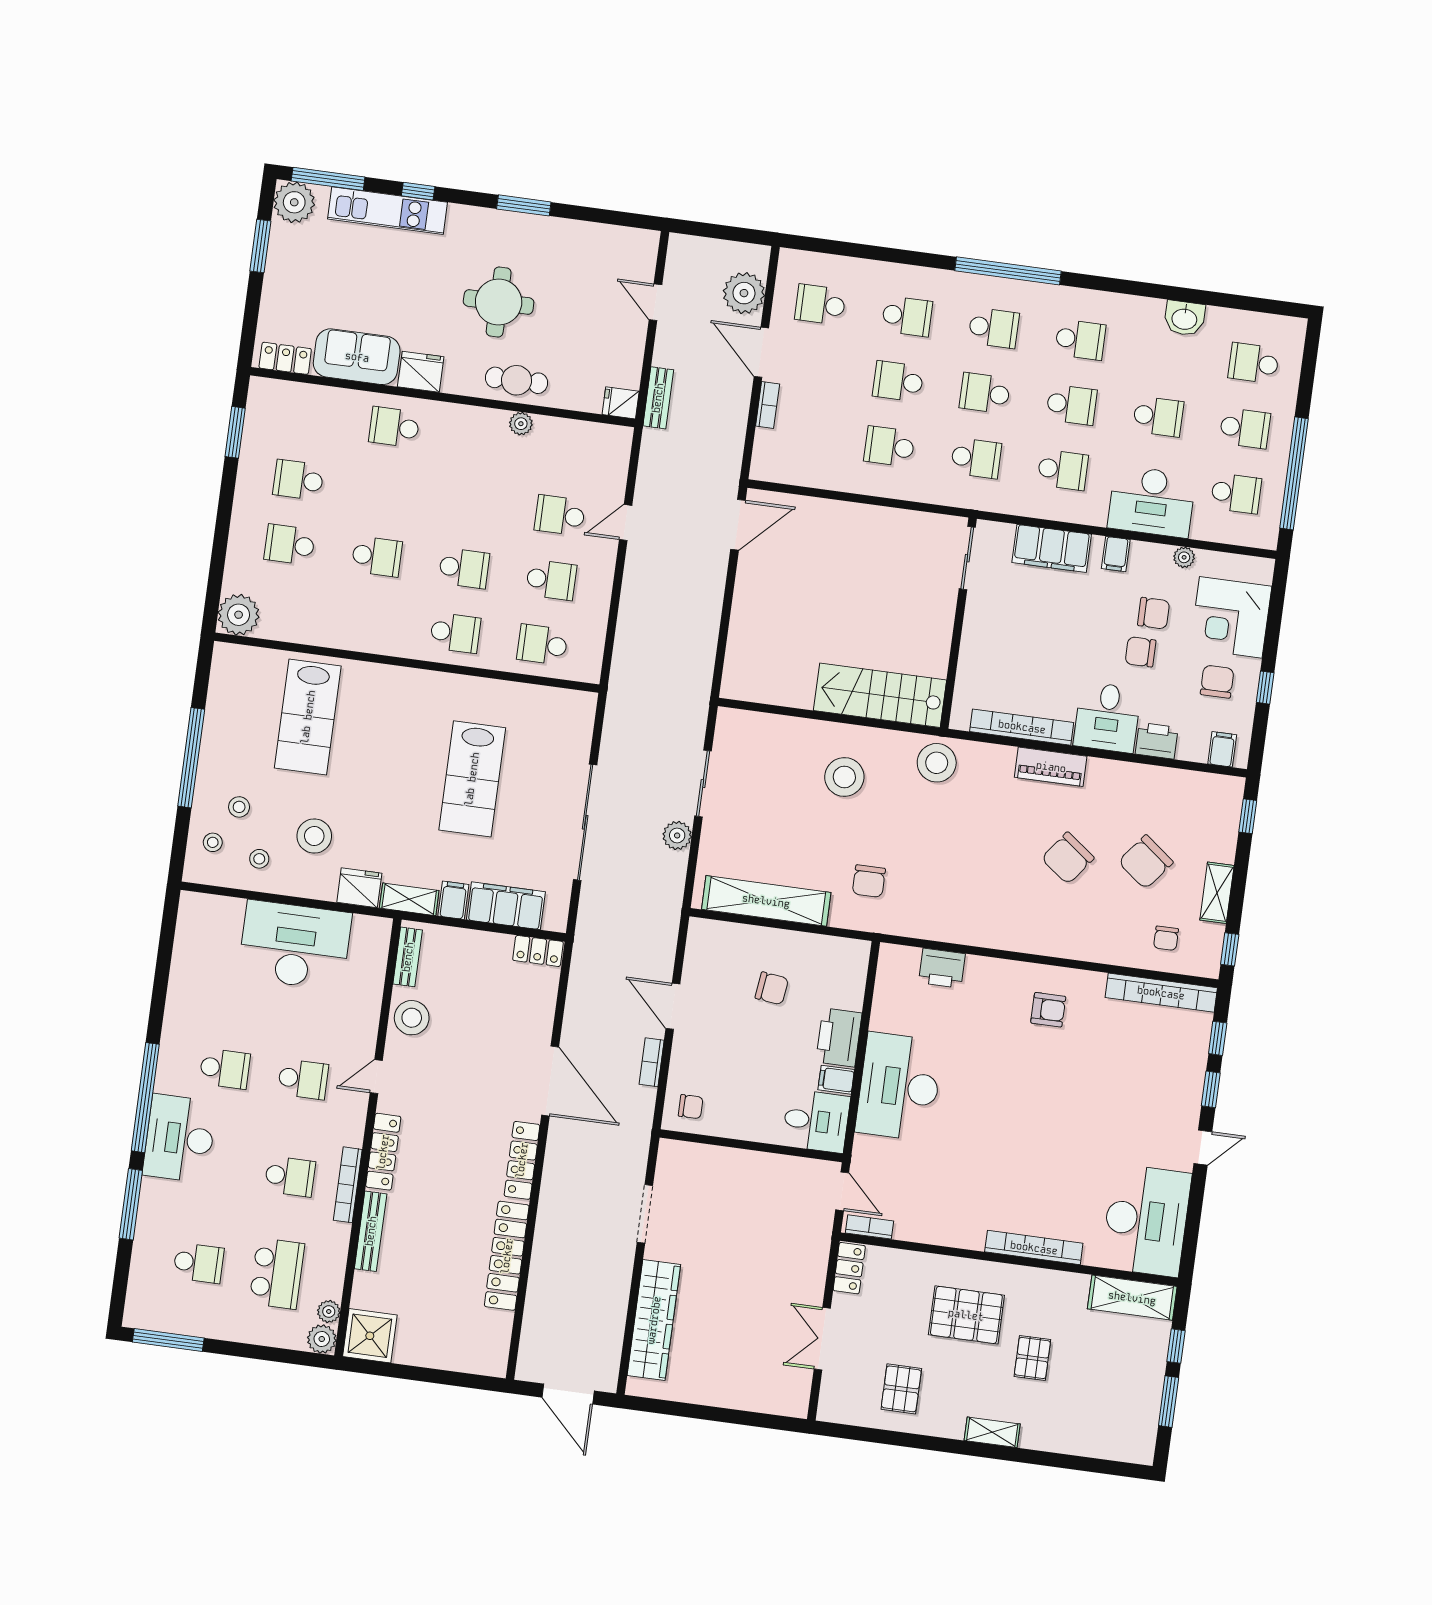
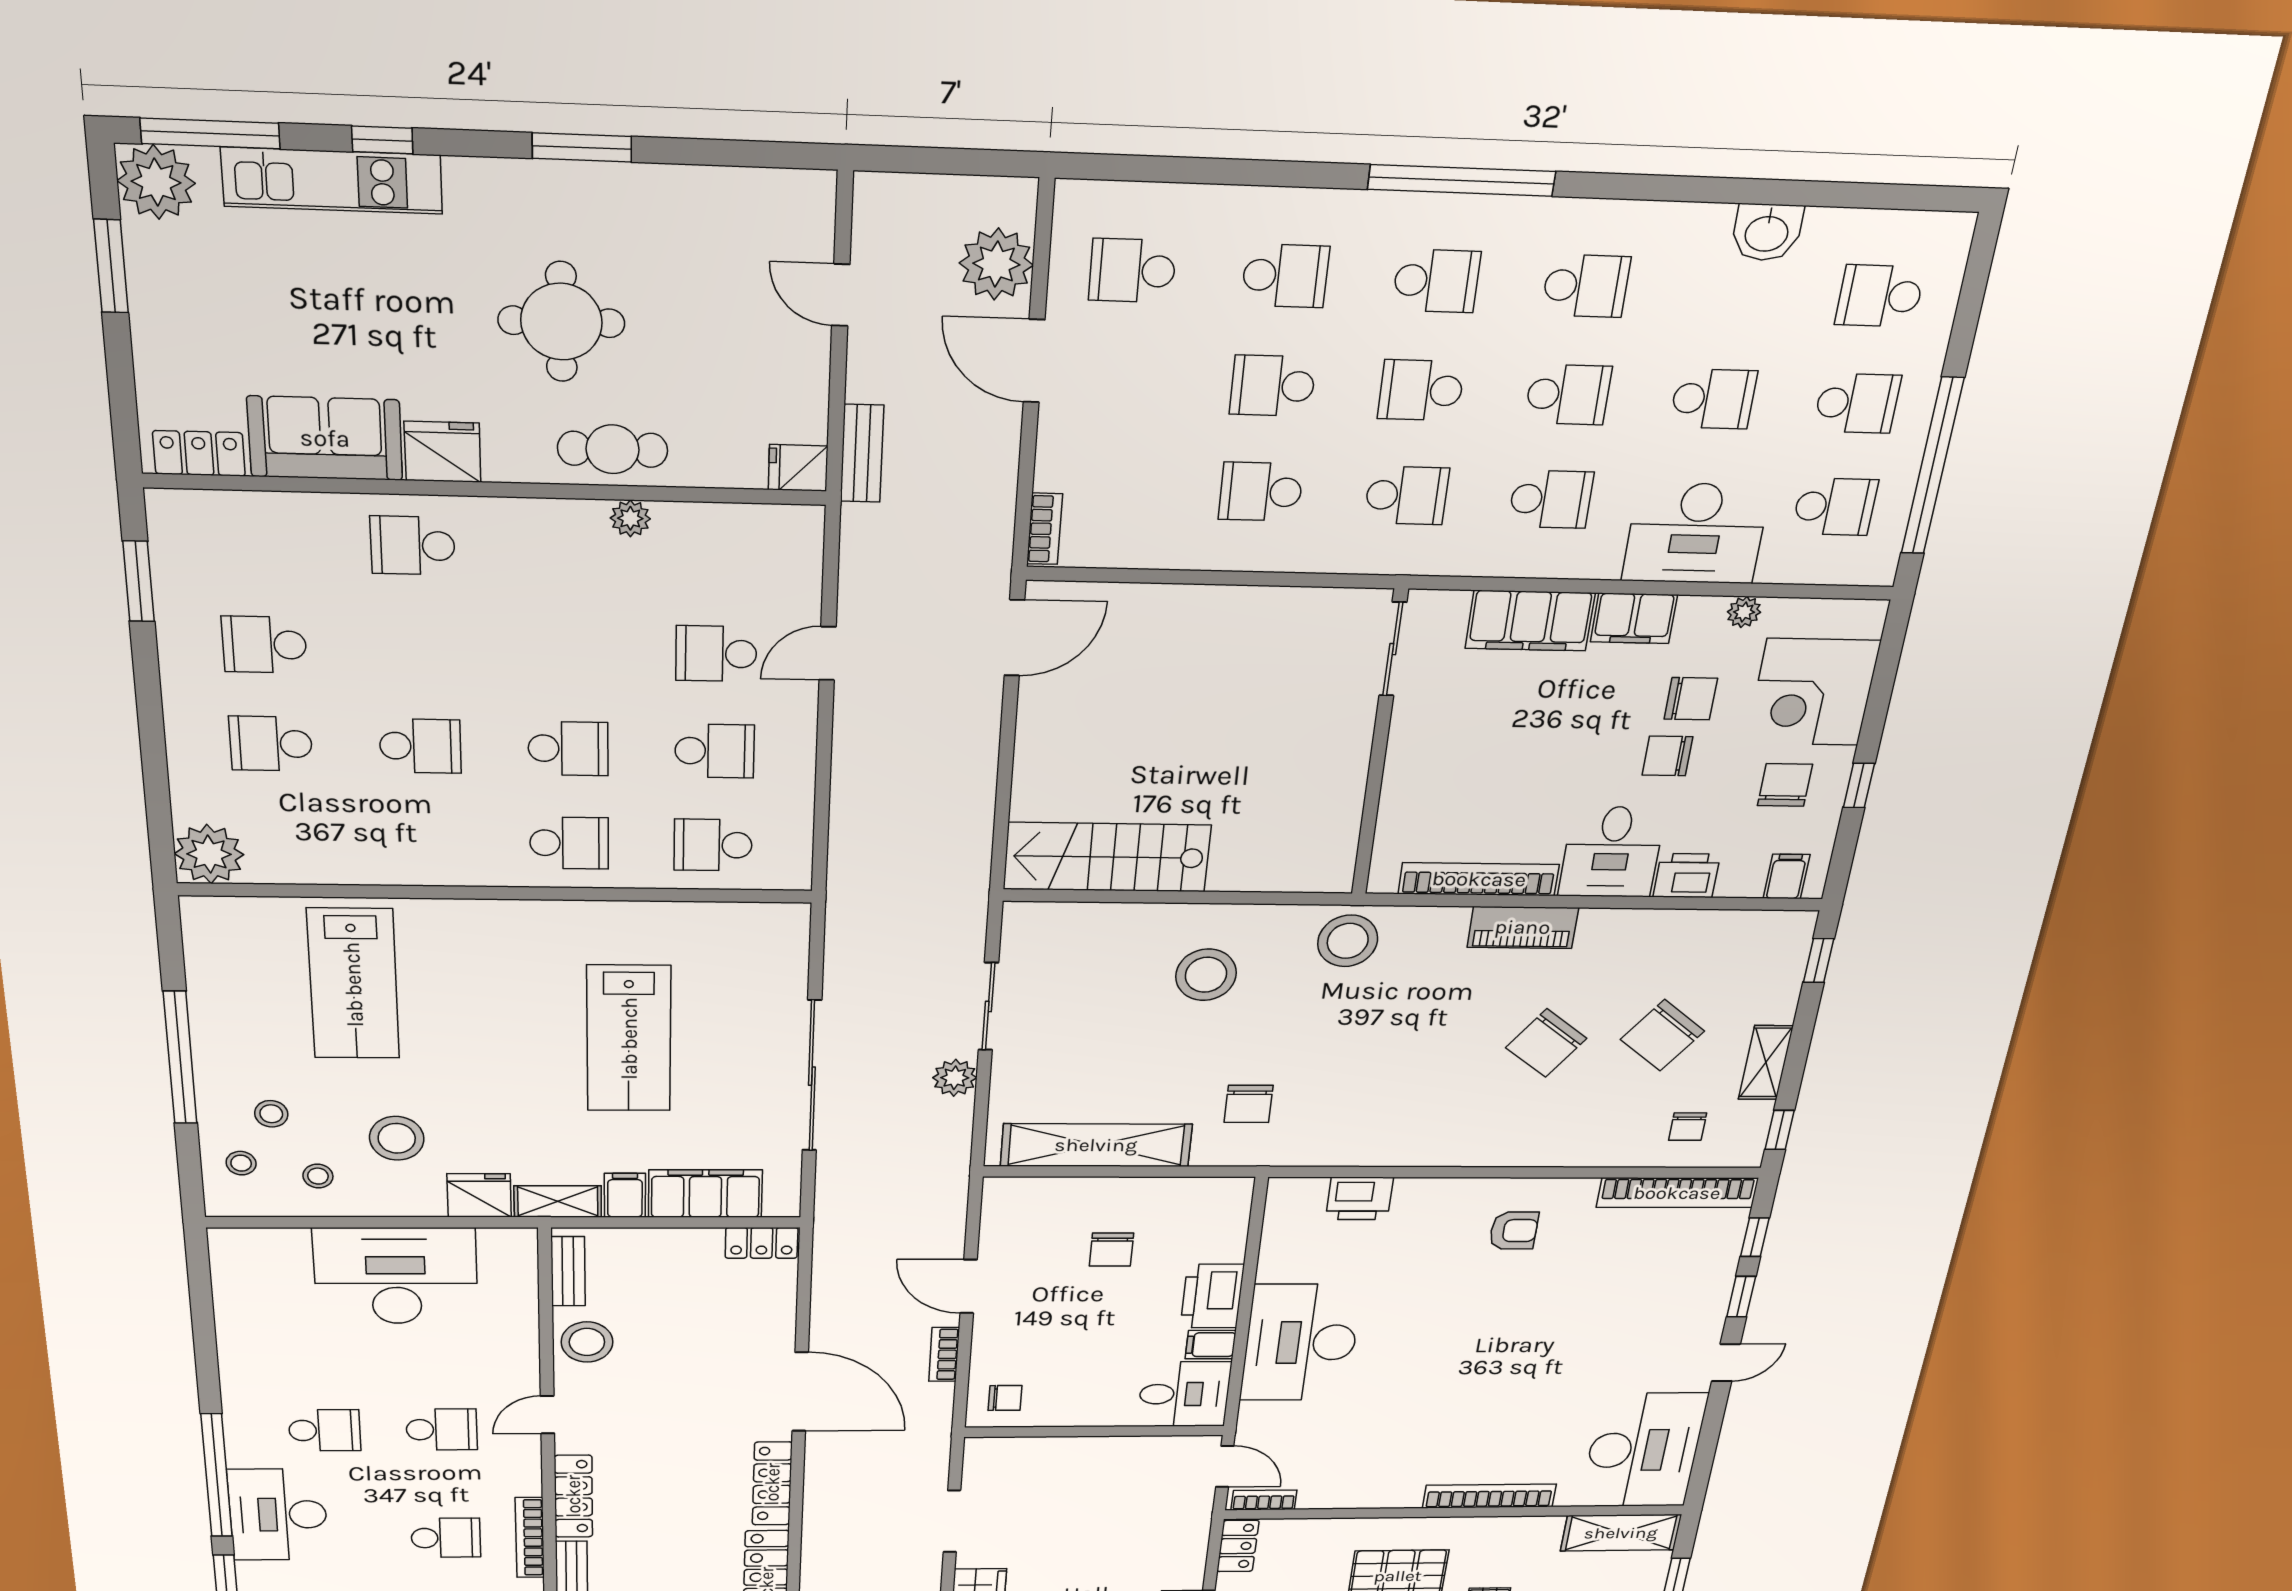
bookcase: (768, 405) -> (1045, 529), moved
filing cabinet: (1116, 554) -> (1634, 618), width x2.00
stairs: (880, 695) -> (1107, 857), moved
chair: (772, 988) -> (1111, 1250), turned 83

